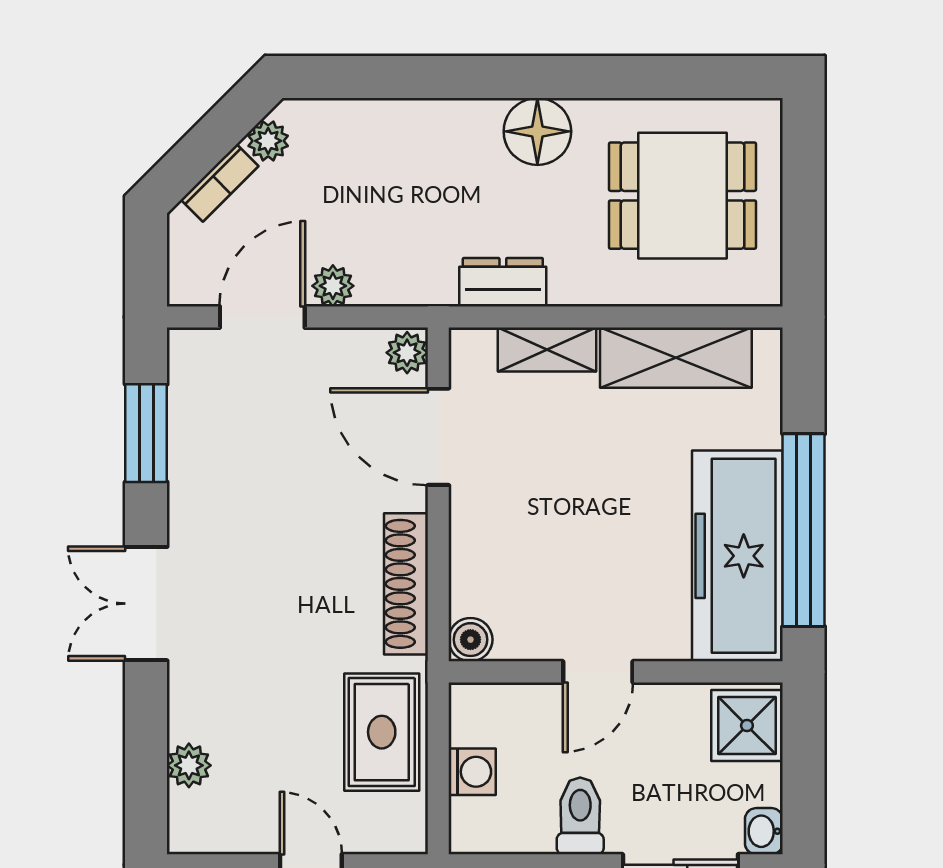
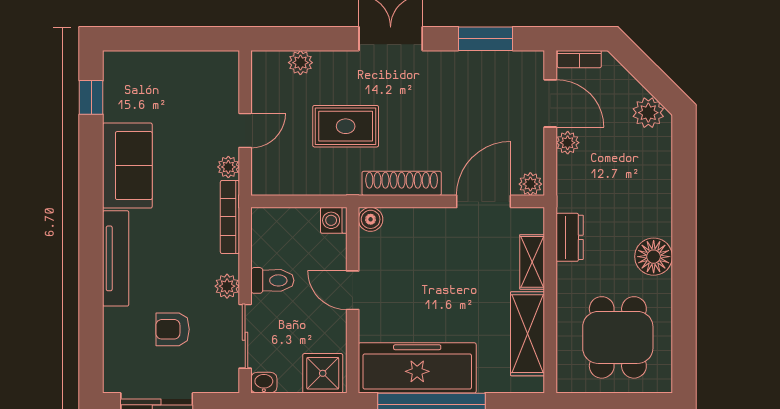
plant: (268, 141) -> (648, 113), width x1.38, depth x1.38
bookcase: (220, 183) -> (579, 59), moved, turned -45
rug: (382, 732) -> (346, 126), moved
washing machine: (472, 772) -> (334, 220), moved, turned 90

